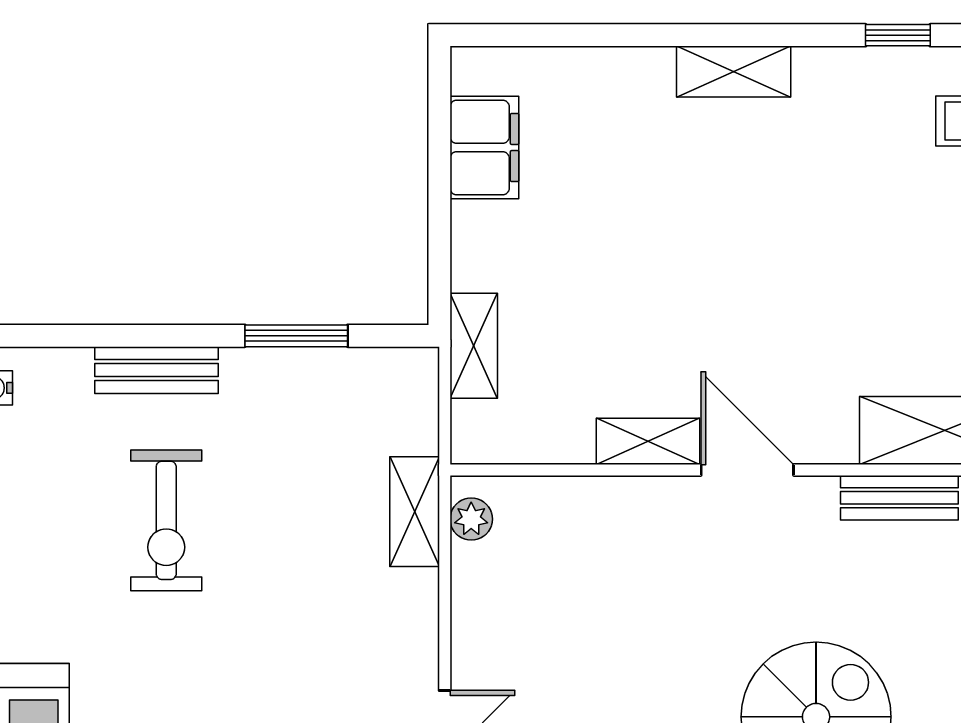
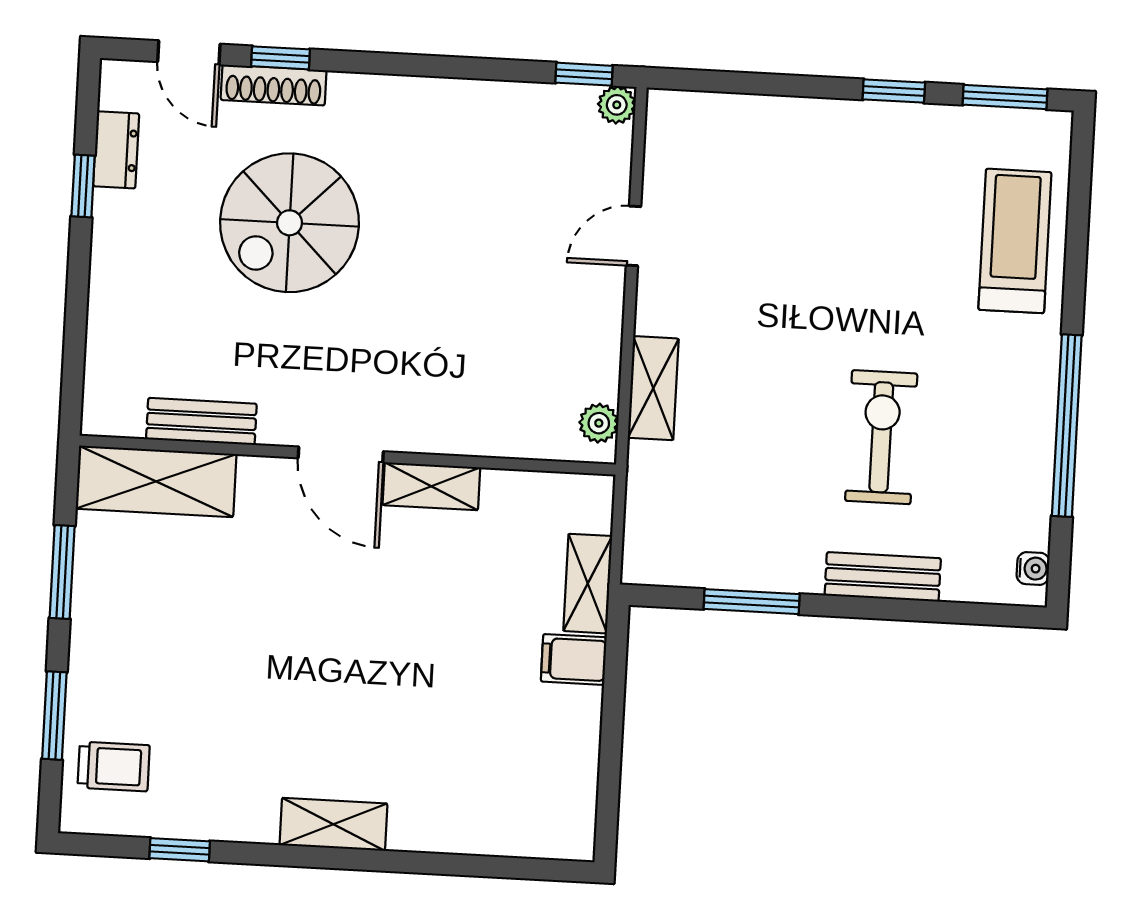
filing cabinet: (484, 148) -> (574, 659), moved, width x0.50
shelving: (415, 512) -> (653, 388), moved

